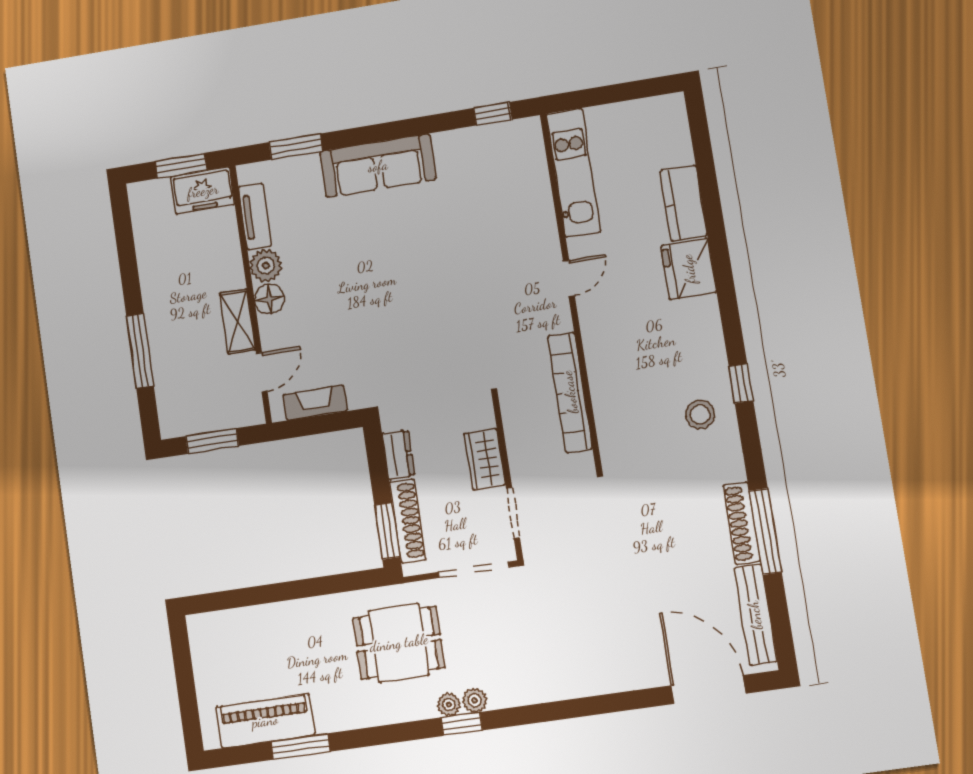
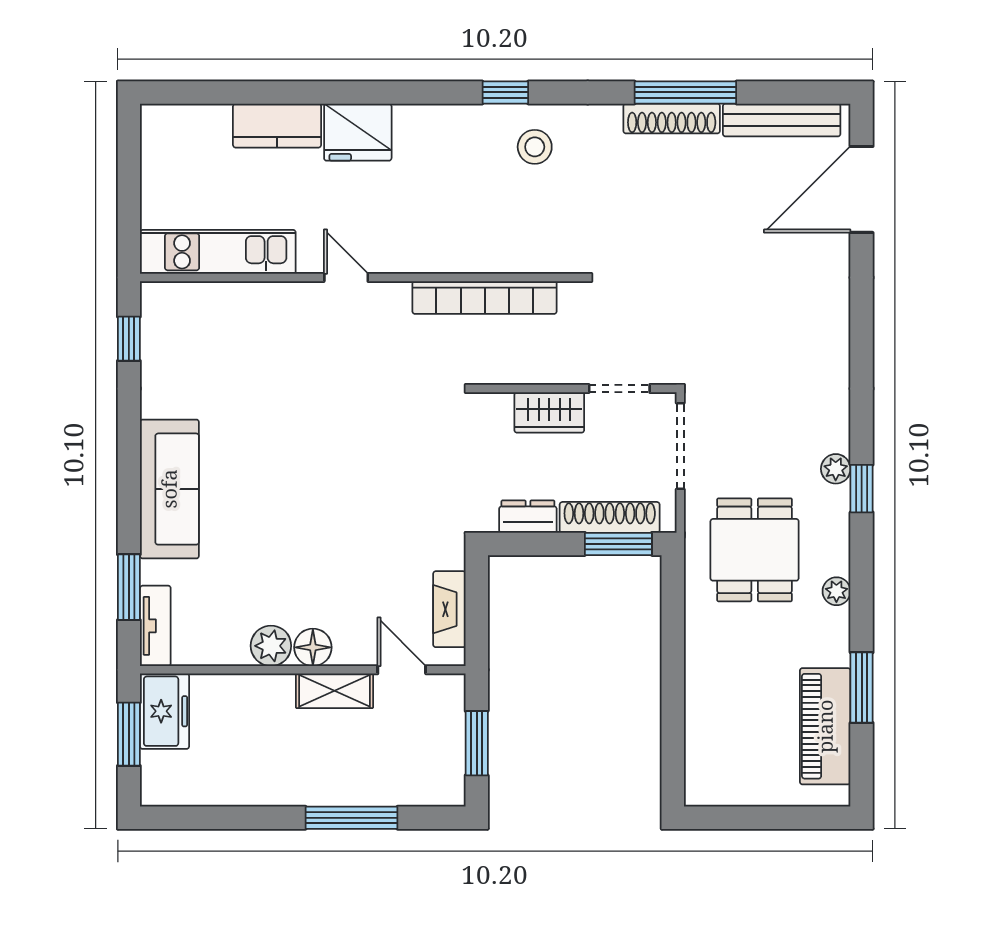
tv unit: (255, 216) -> (155, 626), moved, turned 90
plant: (449, 705) -> (836, 591), moved

